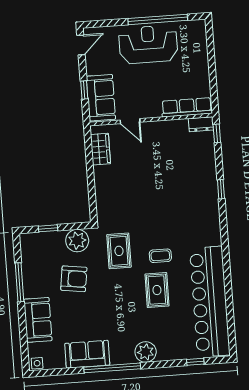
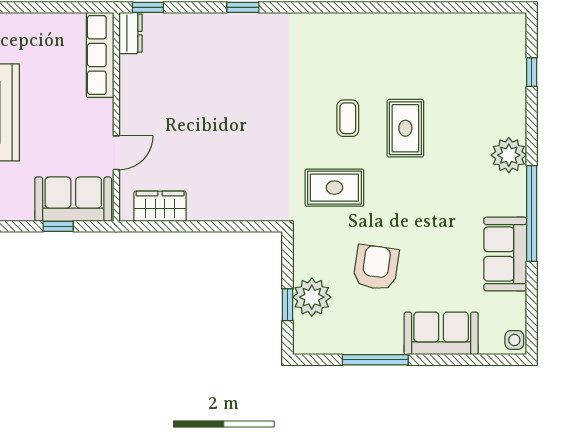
plant: (77, 241) -> (312, 297), moved
rug: (157, 290) -> (405, 128), turned 90
bar counter: (210, 302) -> (432, 40), removed

